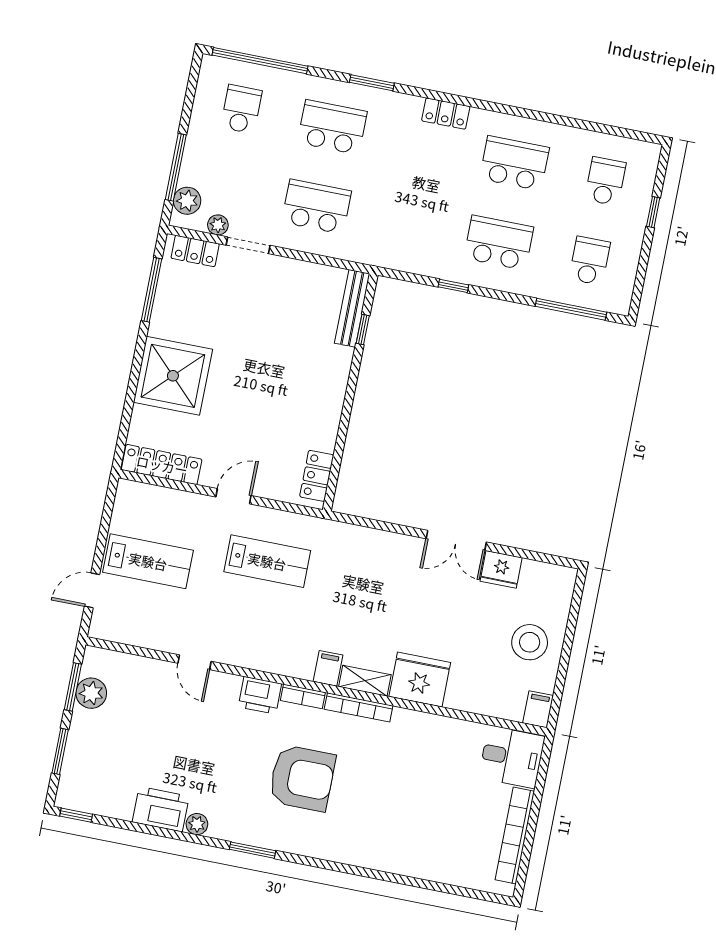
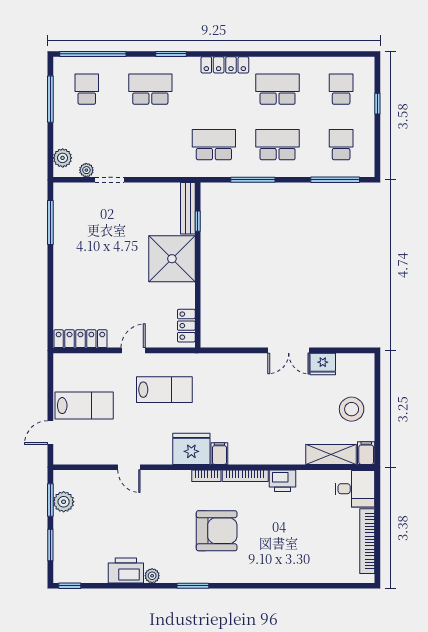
locker: (446, 114) -> (225, 65), width x1.53
window: (176, 167) -> (50, 99), moved
school desk: (317, 207) -> (214, 145), moved
locker: (195, 251) -> (75, 191), removed
window: (453, 286) -> (253, 180), width x2.17
shower: (173, 376) -> (172, 259), moved
fridge: (420, 680) -> (191, 449), moved
shelving: (365, 681) -> (331, 454), moved, width x1.50, depth x1.33
printer: (260, 695) -> (283, 481), moved

